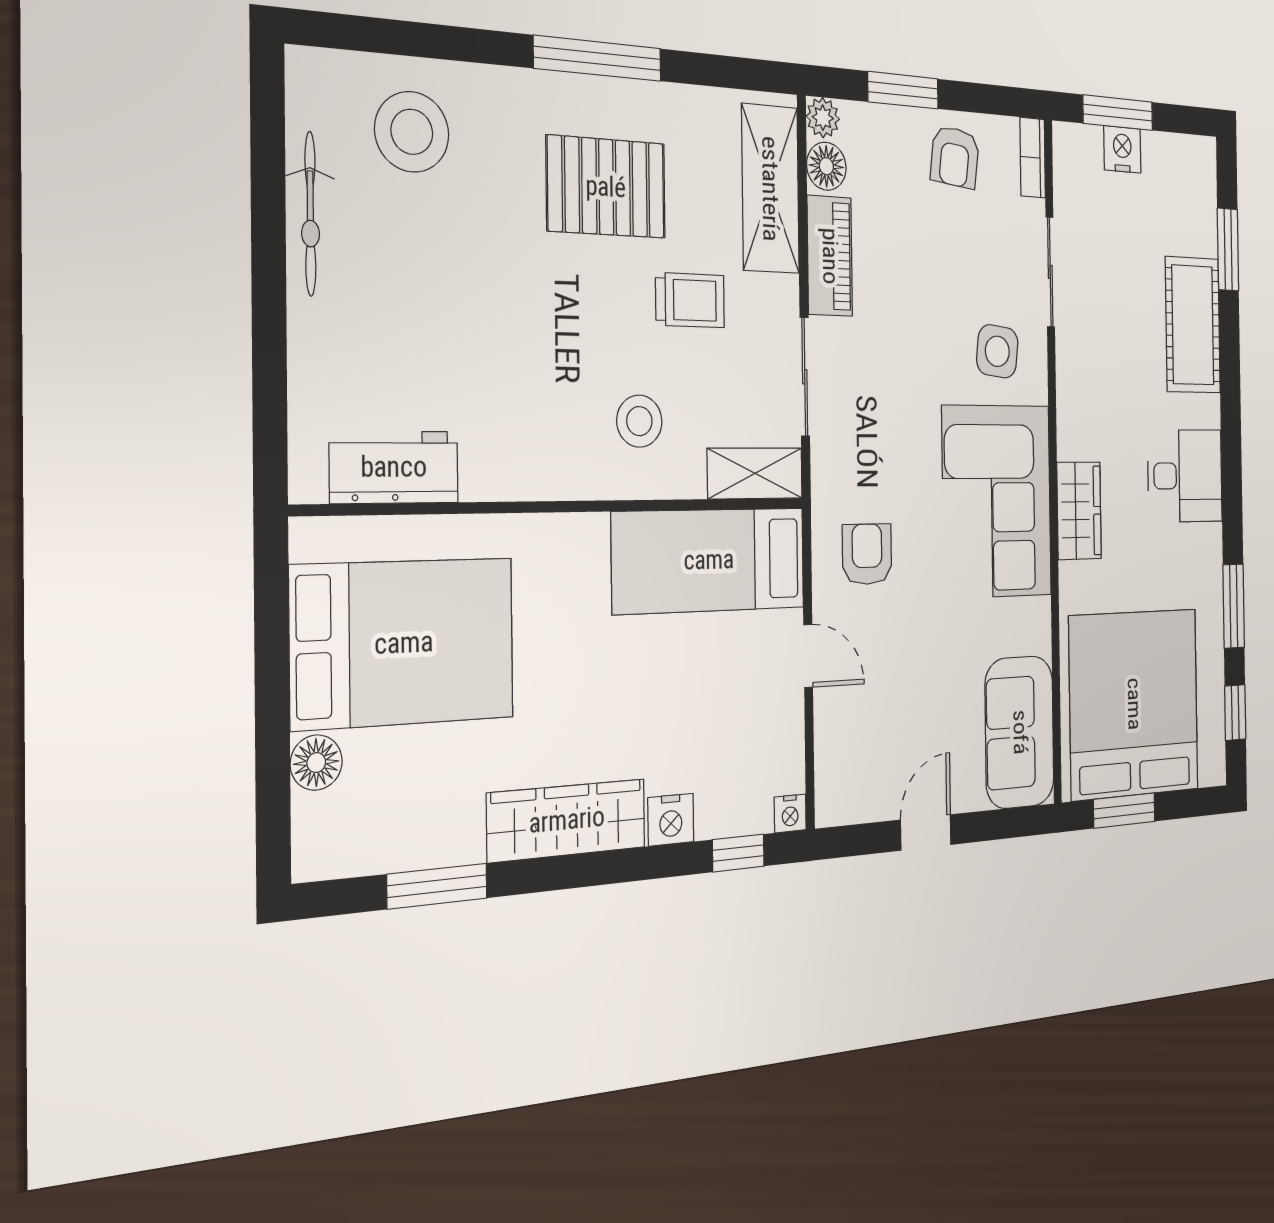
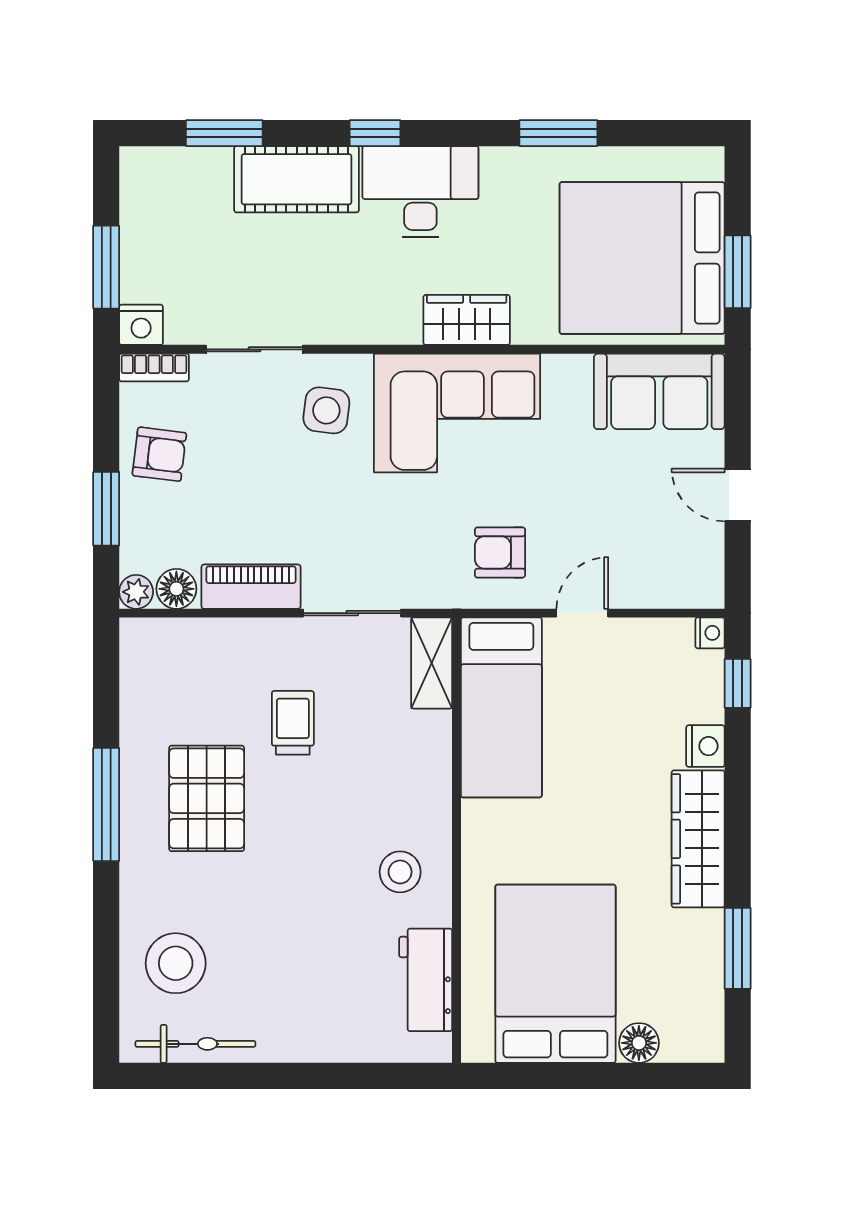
nightstand: (1122, 149) -> (141, 325), moved, turned -90
shelving: (770, 189) -> (199, 645), removed
bicycle: (310, 214) -> (195, 1044), moved
stool: (639, 421) -> (400, 872), moved
desk: (1185, 476) -> (420, 192), width x1.37
window: (1235, 713) -> (375, 133), moved

